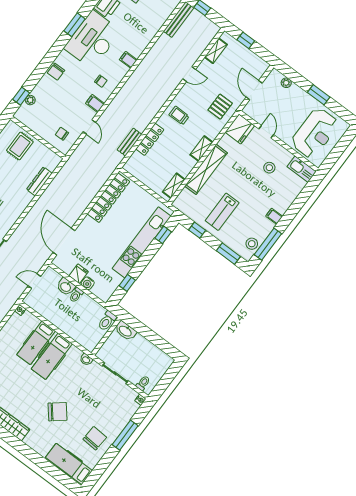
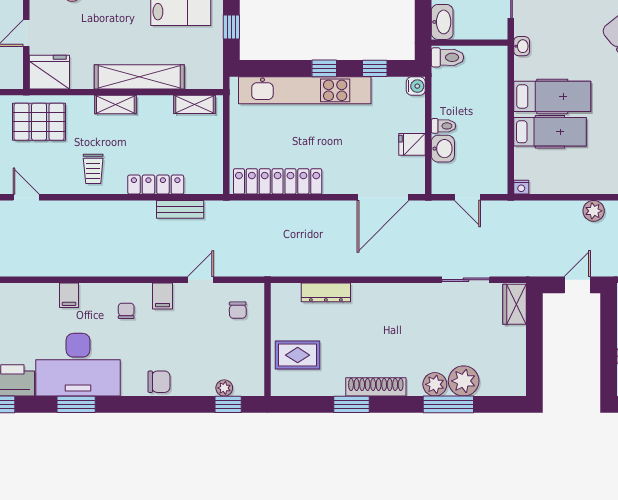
pallet: (220, 107) -> (39, 122), width x1.50, depth x1.42
window: (163, 235) -> (324, 68), moved
water cooler: (88, 283) -> (416, 86), moved

